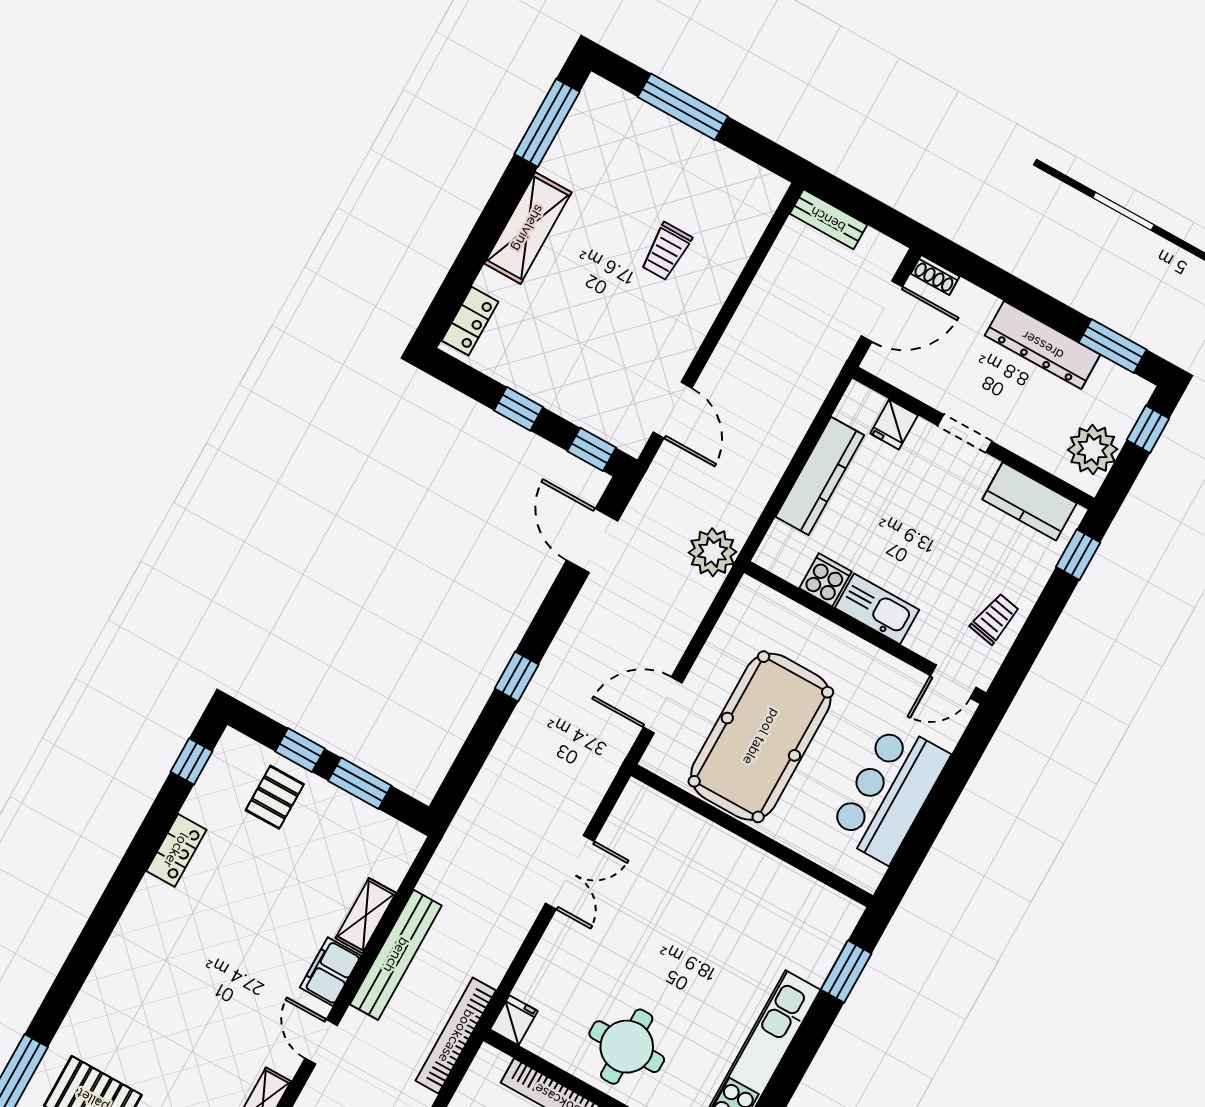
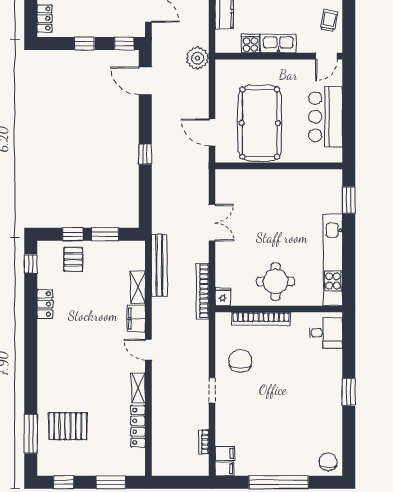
door: (663, 705) -> (212, 132), hinge flipped
bench: (396, 955) -> (159, 265), moved
bookcase: (456, 1036) -> (203, 291), moved

